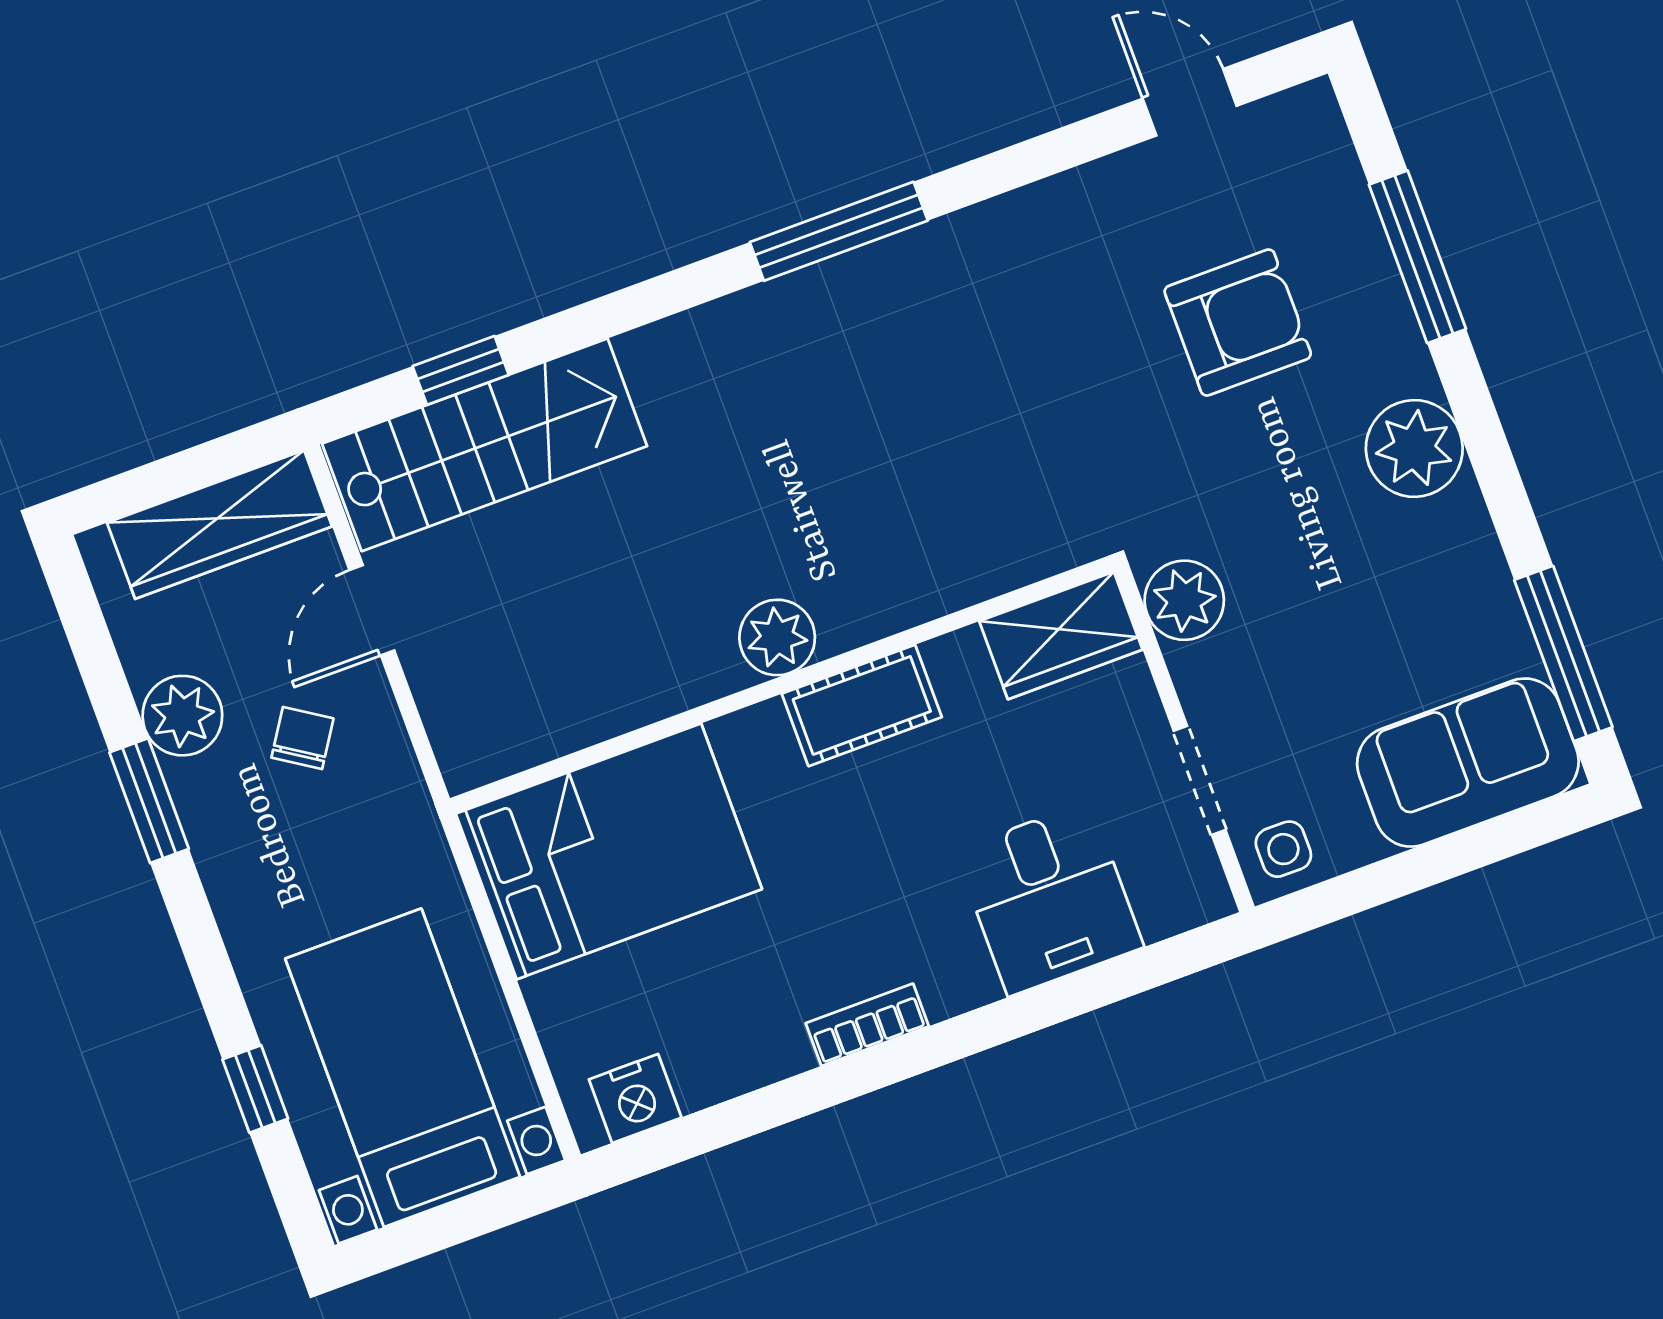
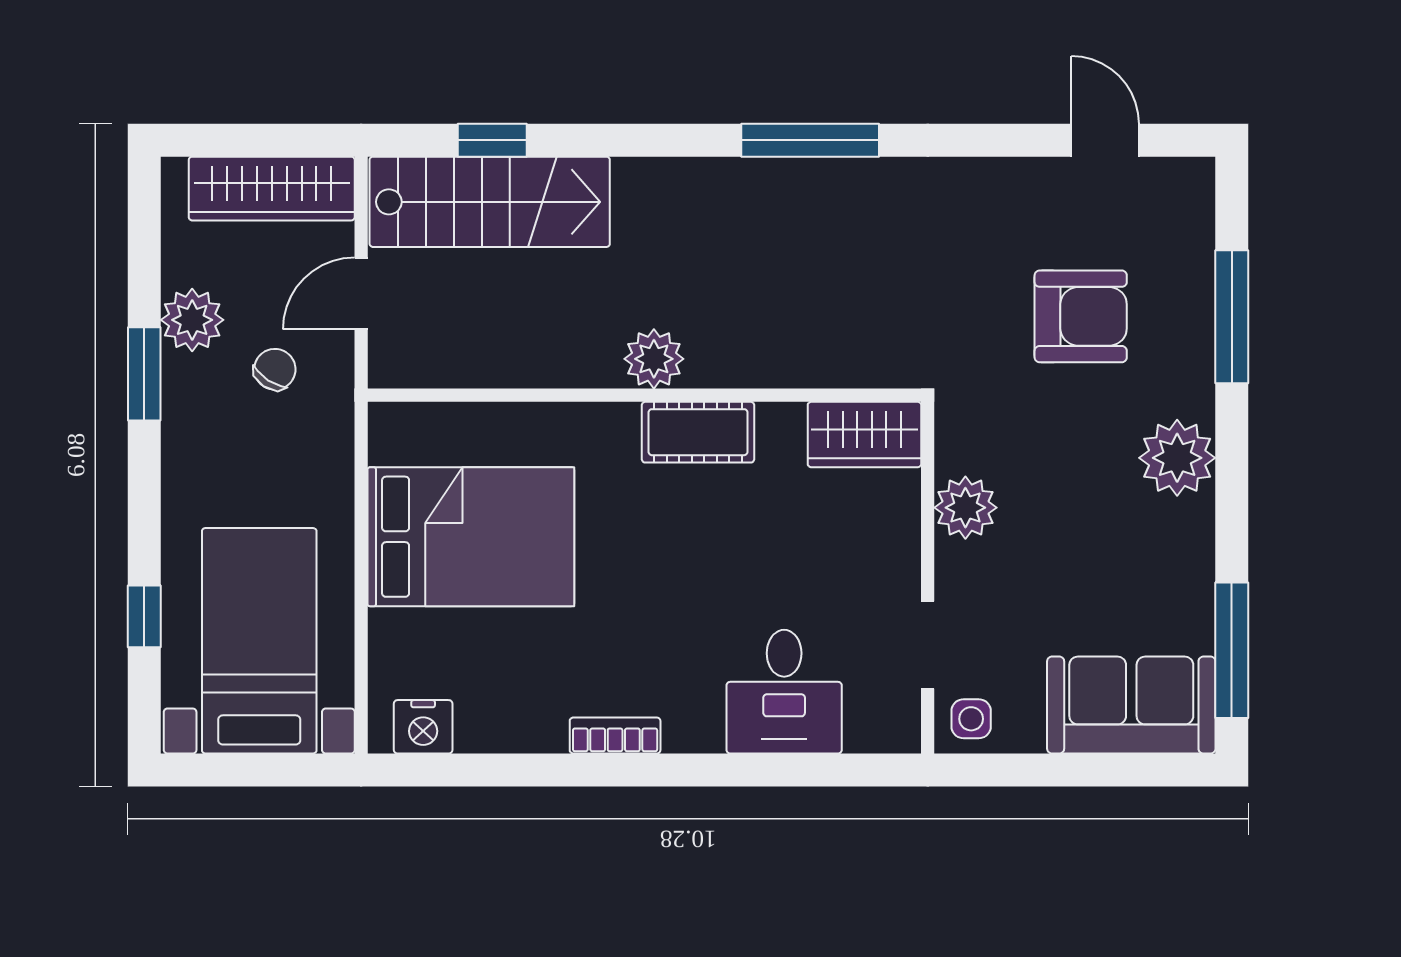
wardrobe: (1061, 635) -> (864, 435), moved
plant: (777, 637) -> (654, 359), moved
wall: (782, 685) -> (644, 395), moved
cot: (862, 705) -> (698, 432), moved

